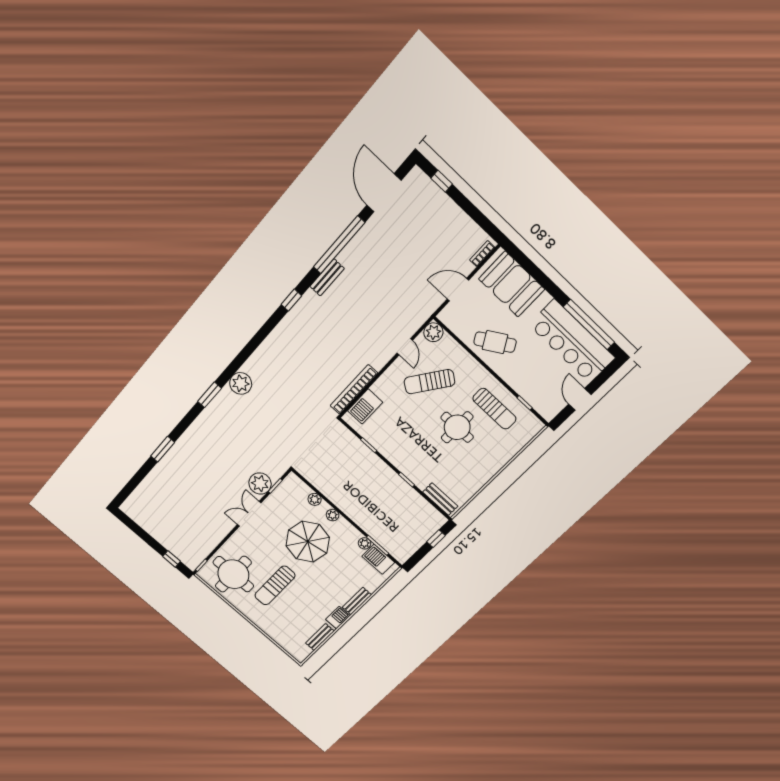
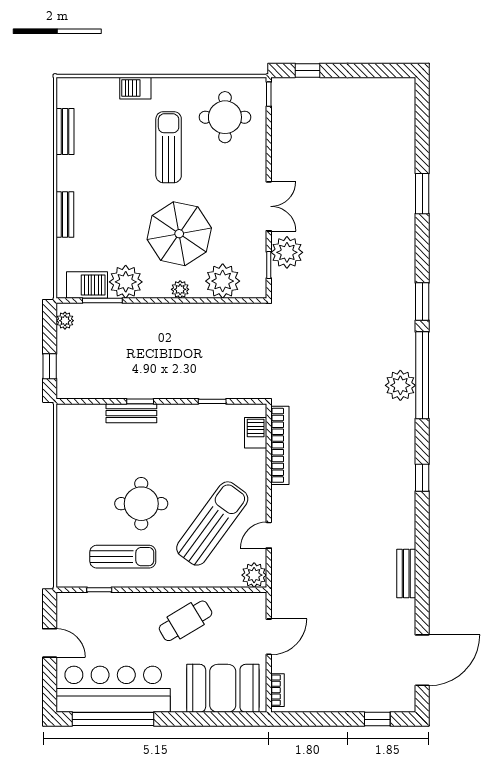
door: (384, 193) -> (422, 660), hinge flipped
window: (339, 245) -> (422, 375), moved
bench: (327, 277) -> (406, 574), moved
door: (405, 347) -> (269, 535), hinge flipped
sun lounger: (429, 382) -> (212, 523), width x1.36, depth x1.34
plant: (241, 383) -> (400, 385), moved
barbecue: (365, 406) -> (256, 433), width x0.73, depth x0.79
sun lounger: (494, 409) -> (123, 557), turned 180
plant: (315, 499) -> (223, 281), width x1.87, depth x1.87
bench: (440, 499) -> (131, 413), moved
plant: (365, 543) -> (126, 282), width x1.88, depth x1.88
plant: (406, 553) -> (65, 321), added
round table: (233, 574) -> (225, 117), width x0.73, depth x0.73
barbecue: (338, 618) -> (135, 88), moved, turned 90

